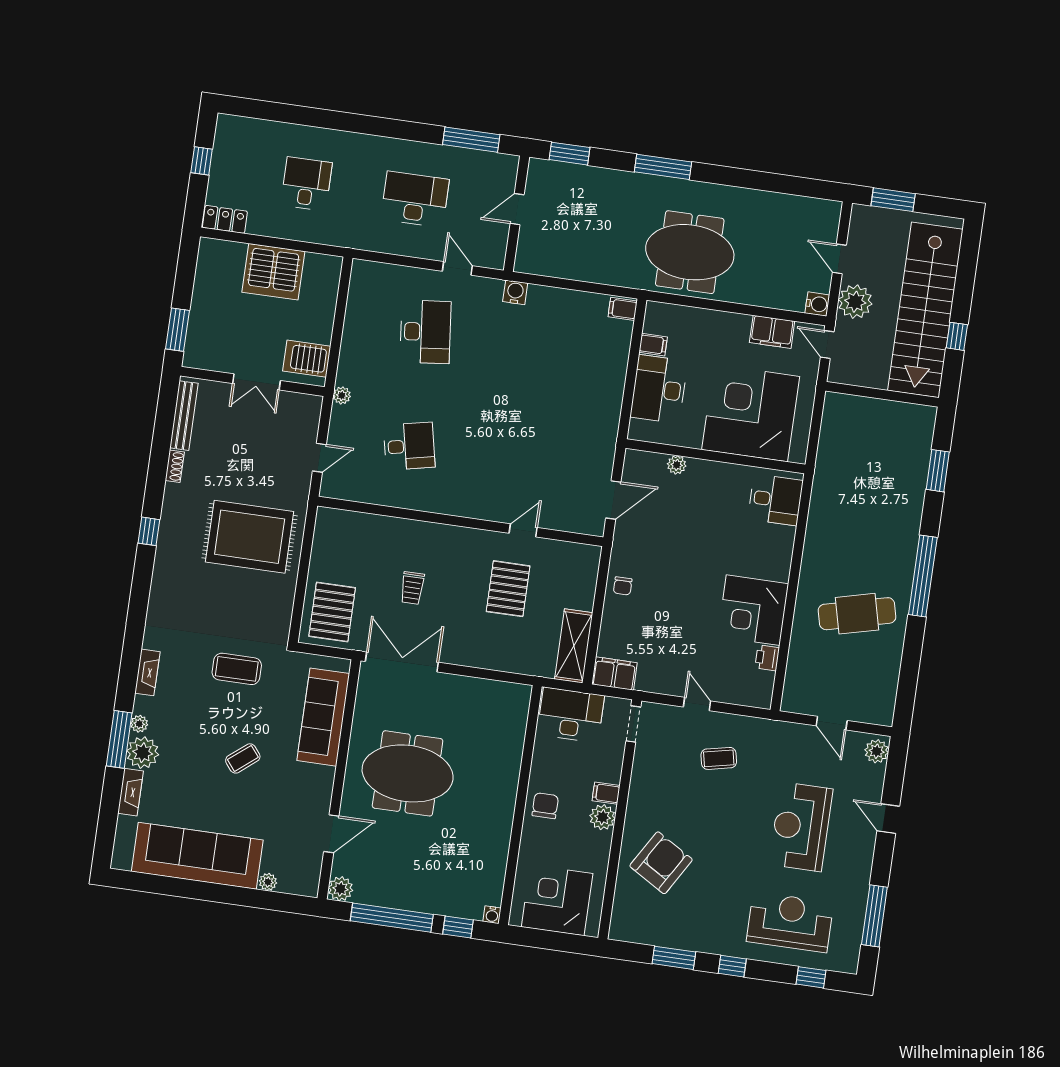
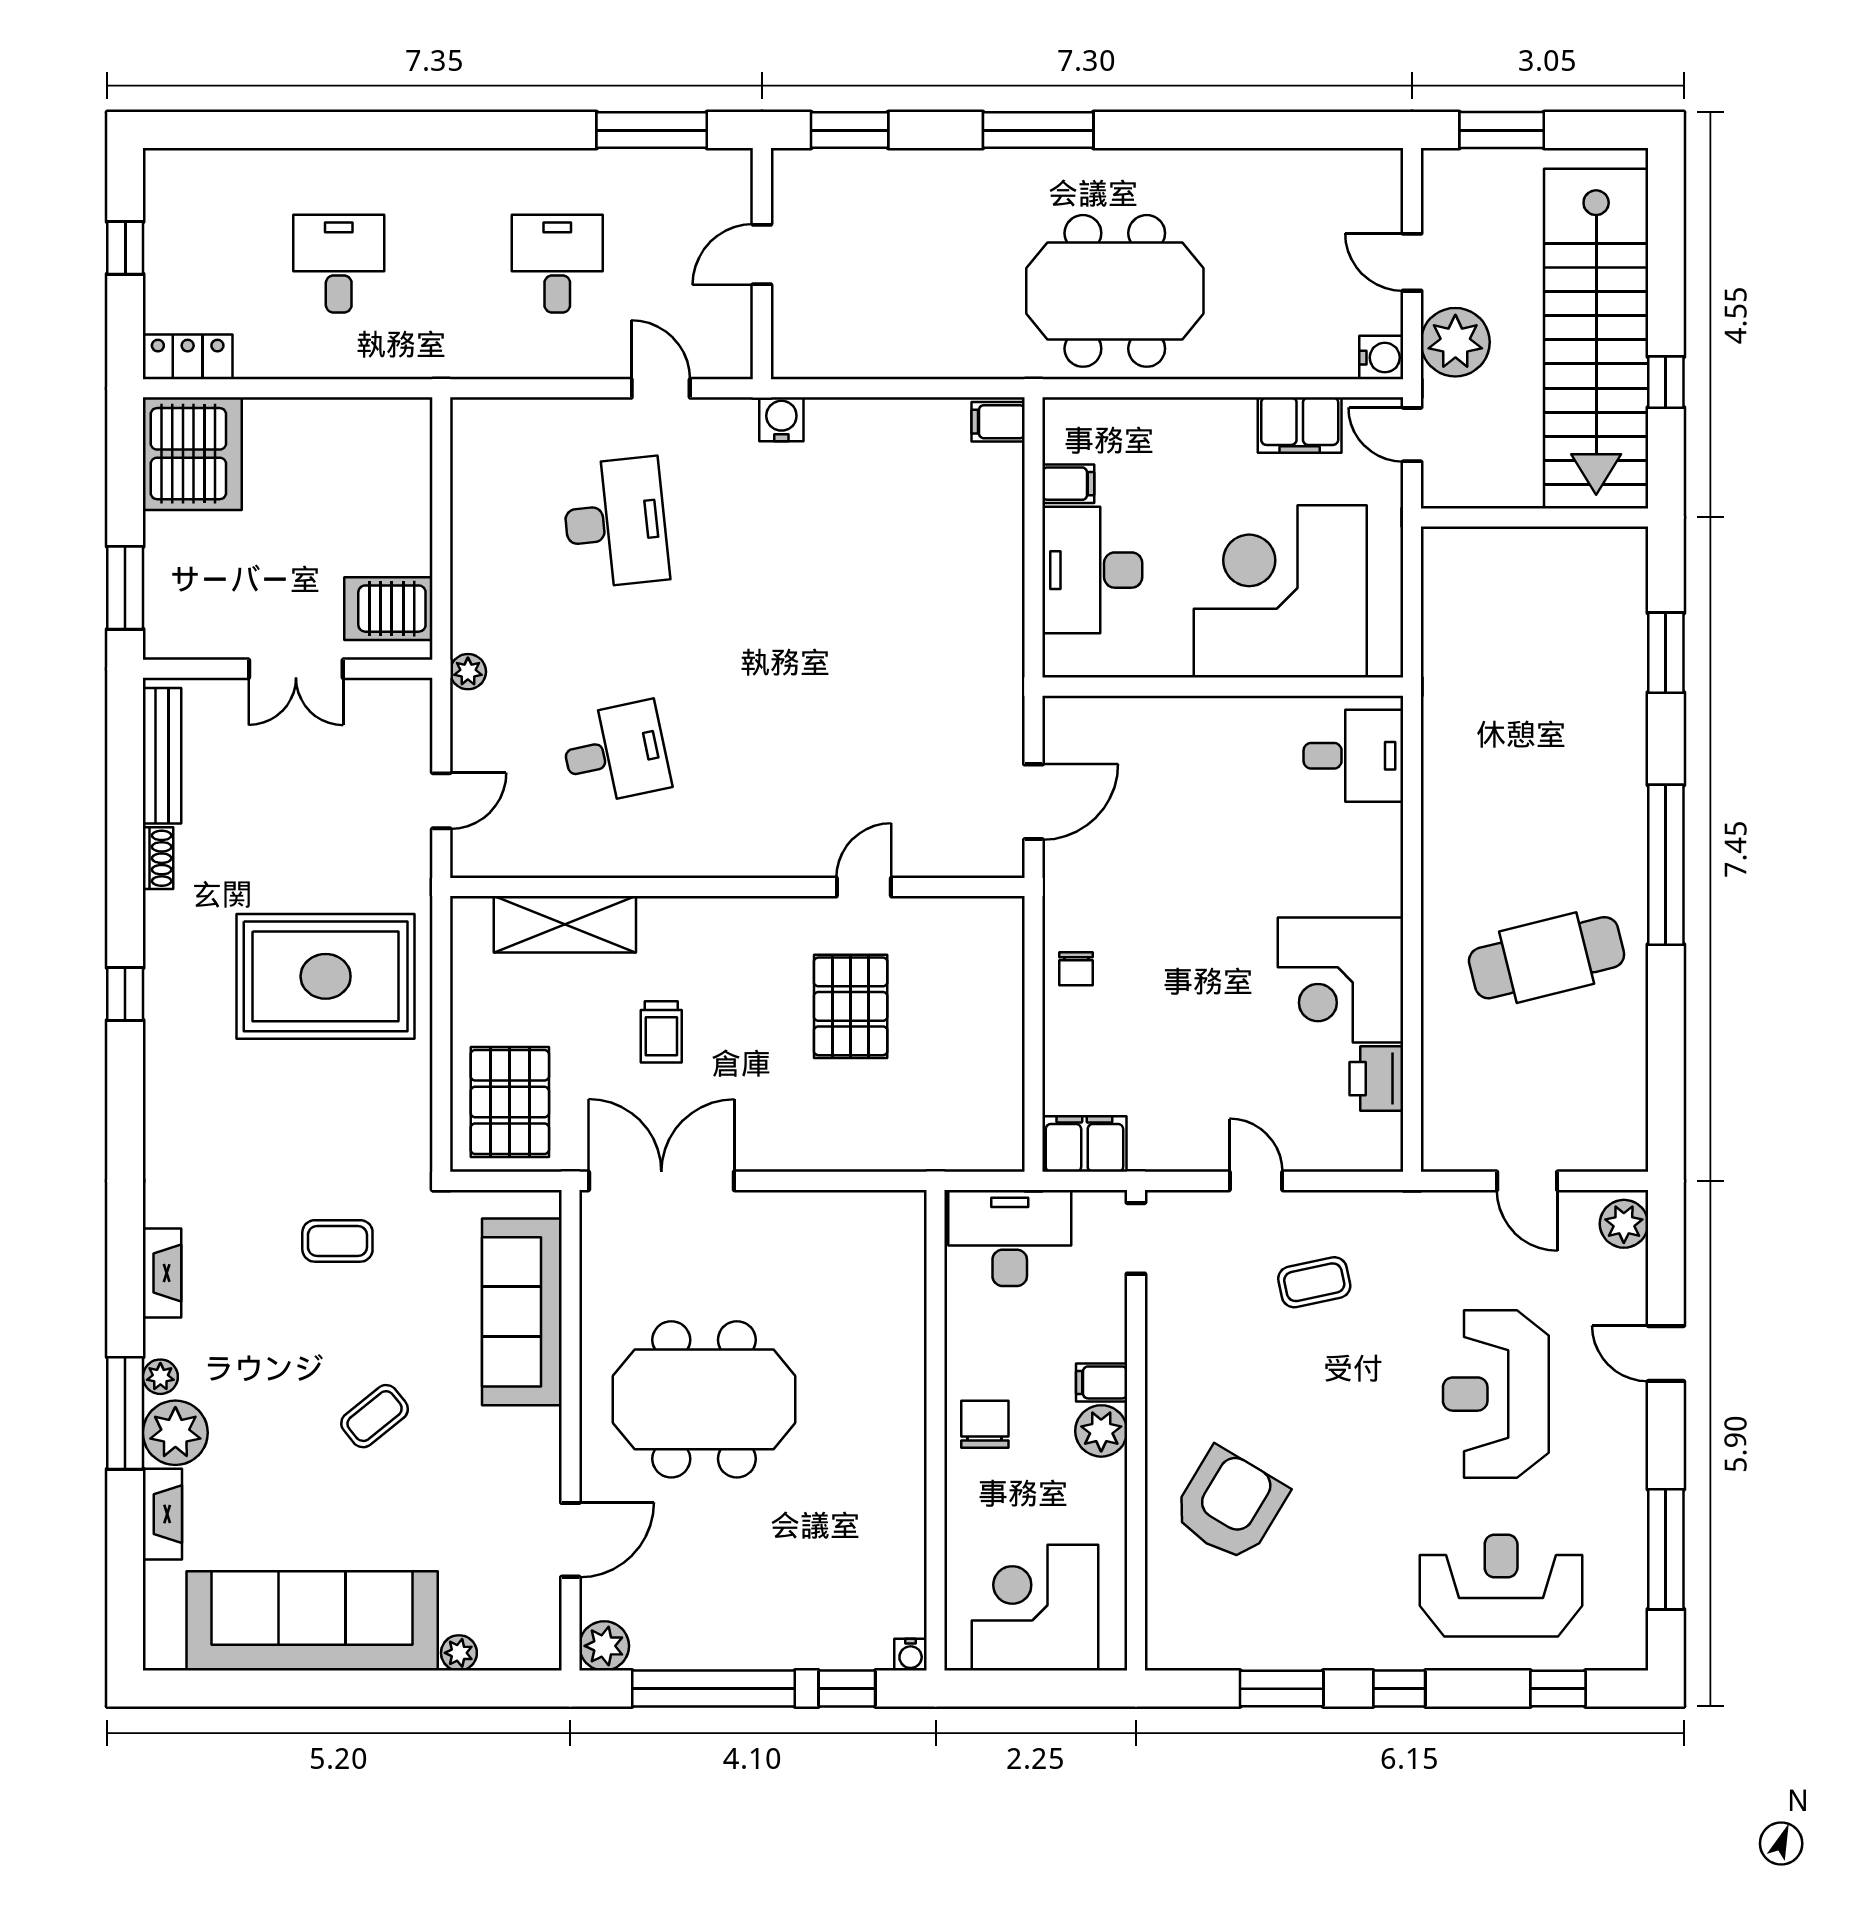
desk: (415, 199) -> (557, 264), width x0.73
server rack: (273, 272) -> (192, 454), moved, turned -90
plant: (677, 465) -> (1149, 715), removed
shelving: (574, 646) -> (565, 924), moved, turned 90
printer: (767, 658) -> (1376, 1079), width x1.36, depth x1.24
coffee table: (237, 669) -> (337, 1241), width x0.73, depth x0.77

